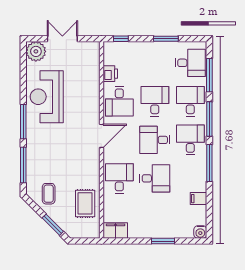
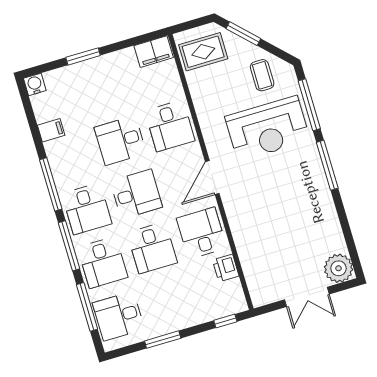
reception desk: (47, 97) -> (268, 128), moved, turned 90
rug: (85, 203) -> (203, 52), moved, turned 90

